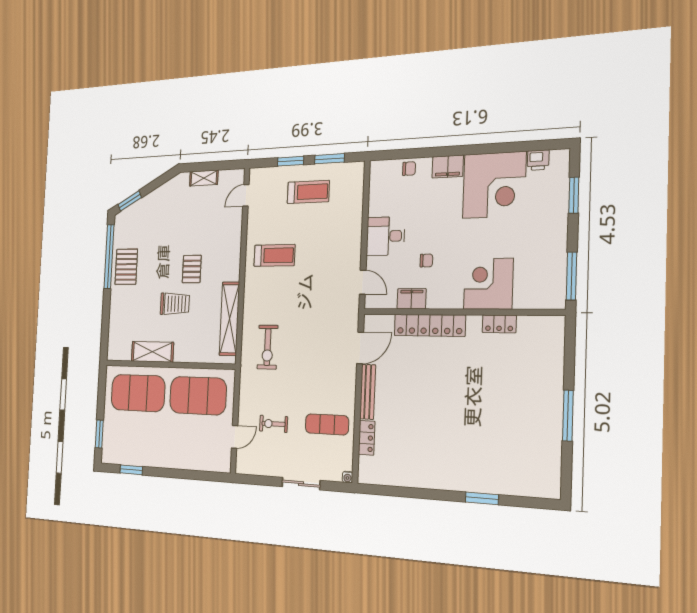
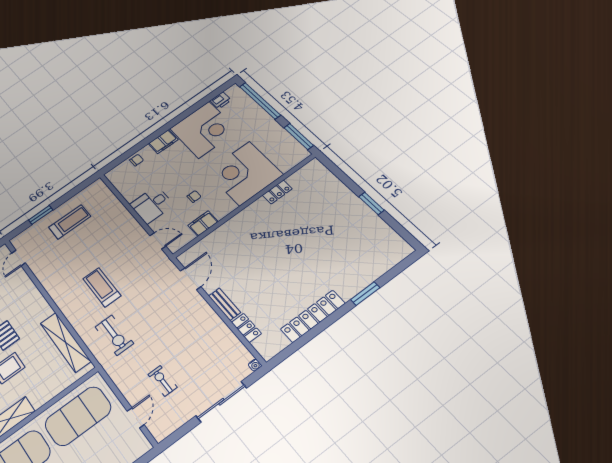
window: (329, 159) -> (71, 194), removed
window: (574, 195) -> (260, 101), width x2.11
treadmill: (274, 255) -> (102, 287), moved, turned -90
corner desk: (488, 284) -> (245, 173), width x1.36, depth x1.36
locker: (430, 325) -> (313, 316), moved, turned 180
bench: (368, 392) -> (225, 304), width x0.73
window: (568, 416) -> (371, 203), width x0.69
exercise bike: (274, 424) -> (162, 381), turned 90
exercise mat: (327, 424) -> (207, 345), removed
sliding door: (301, 484) -> (221, 402), width x1.37

